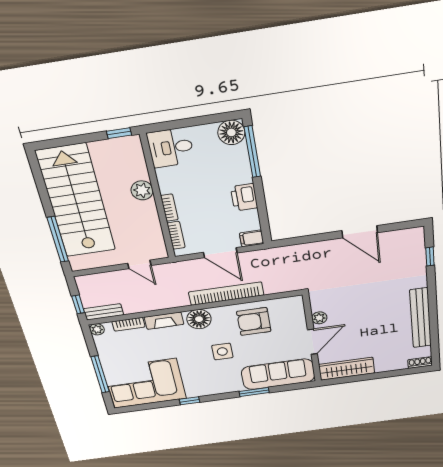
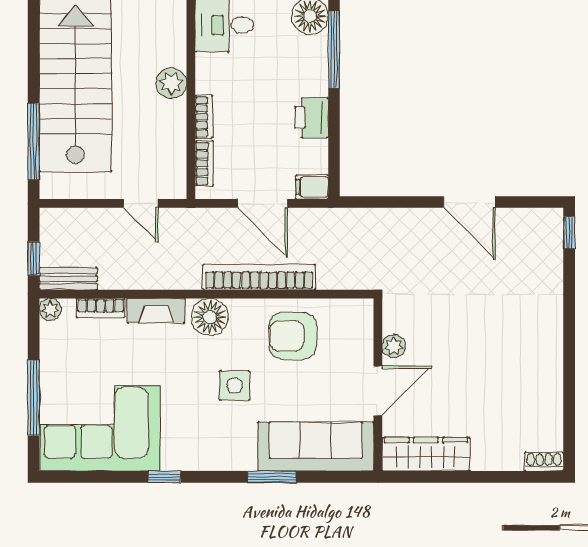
window: (430, 257) -> (569, 233), moved
bench: (421, 318) -> (549, 373), removed

